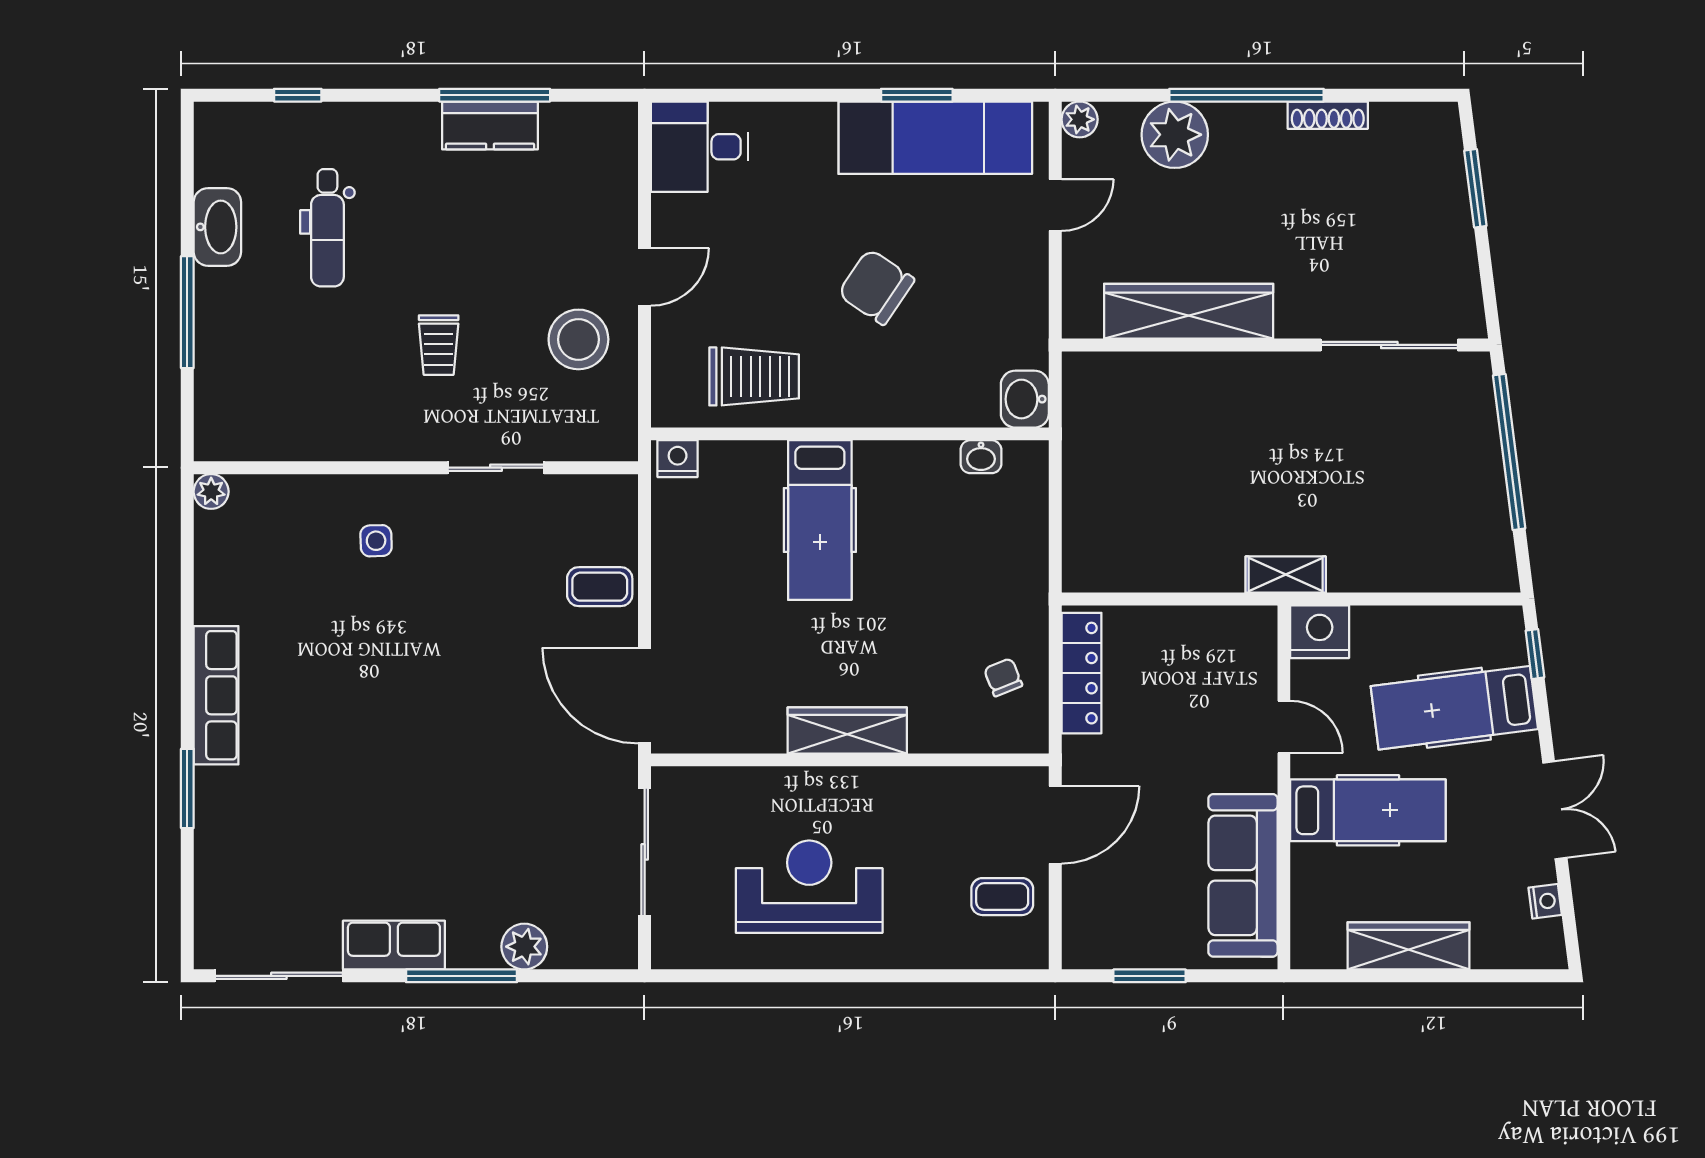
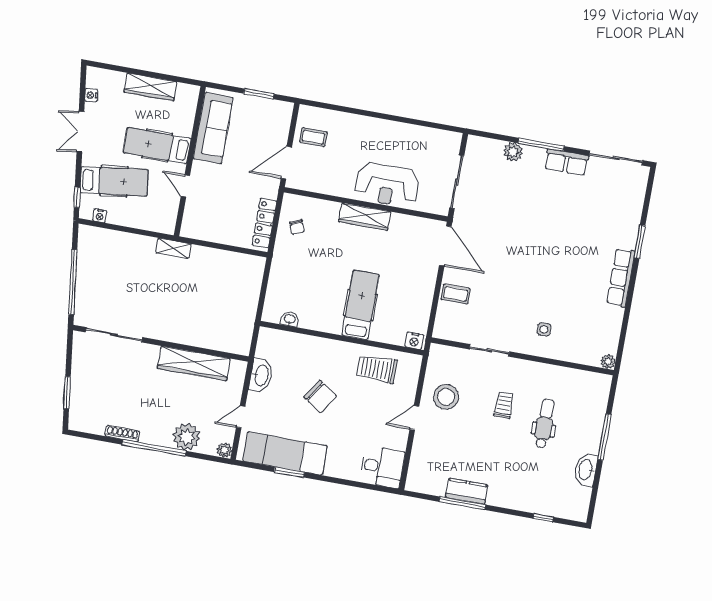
dental chair: (327, 228) -> (544, 424), moved
washbasin: (1025, 399) -> (261, 375), moved, width x1.38
nightstand: (1320, 632) -> (100, 216), moved, width x0.53, depth x0.56
reception desk: (809, 887) -> (387, 185), moved

